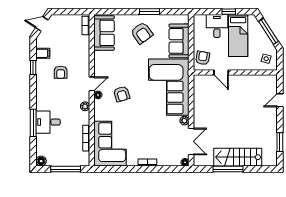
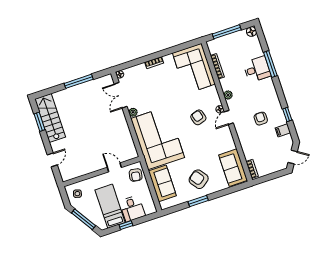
stairs: (238, 157) -> (50, 118), moved, turned -90

